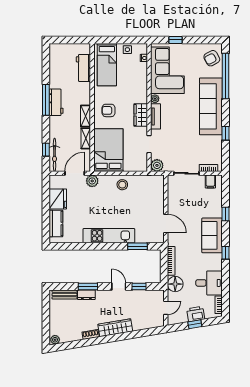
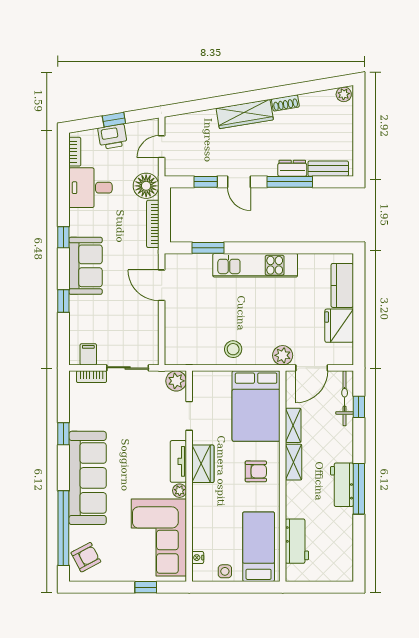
window: (88, 286) -> (290, 182), width x1.44

